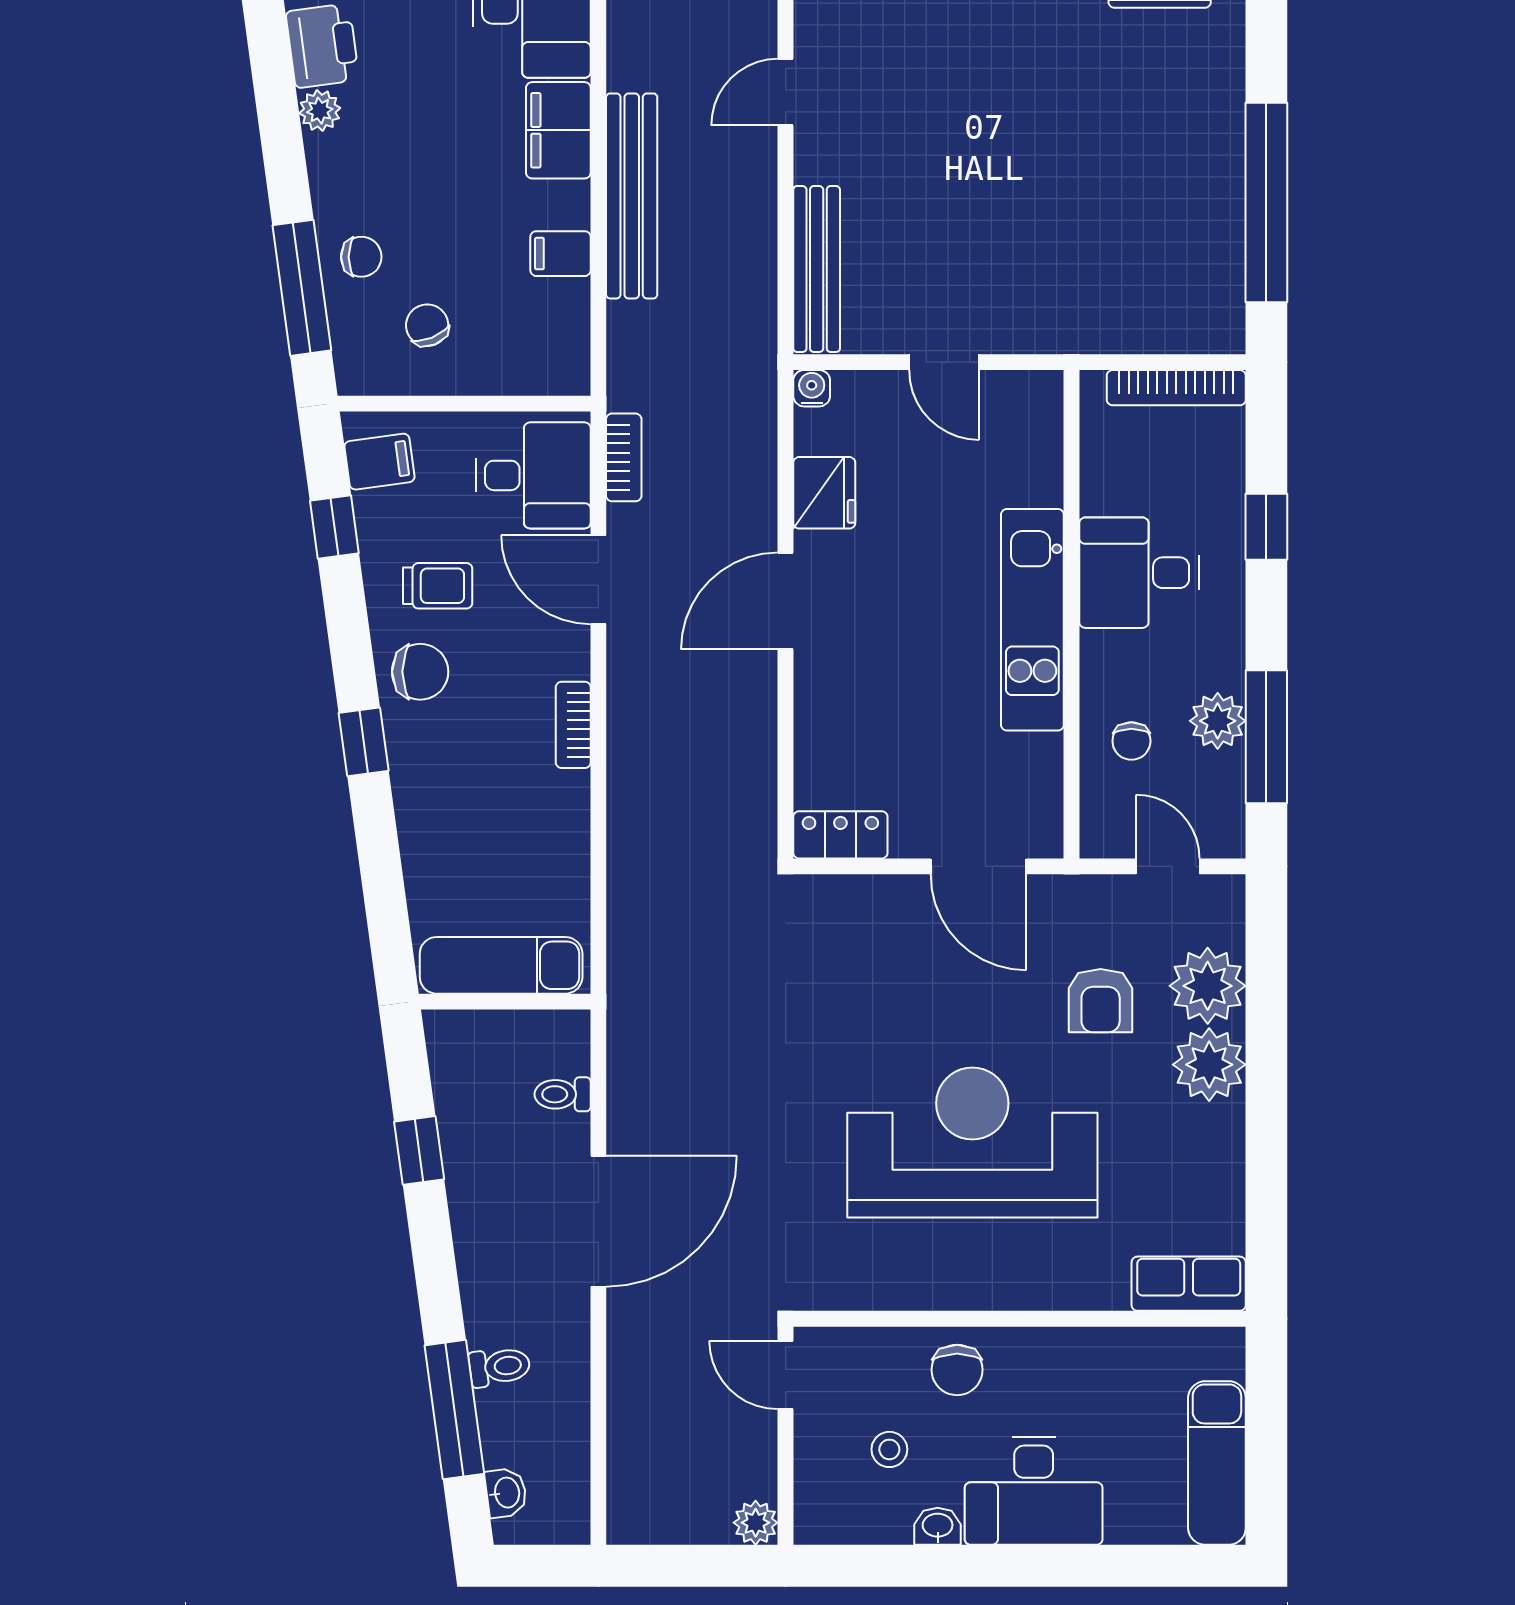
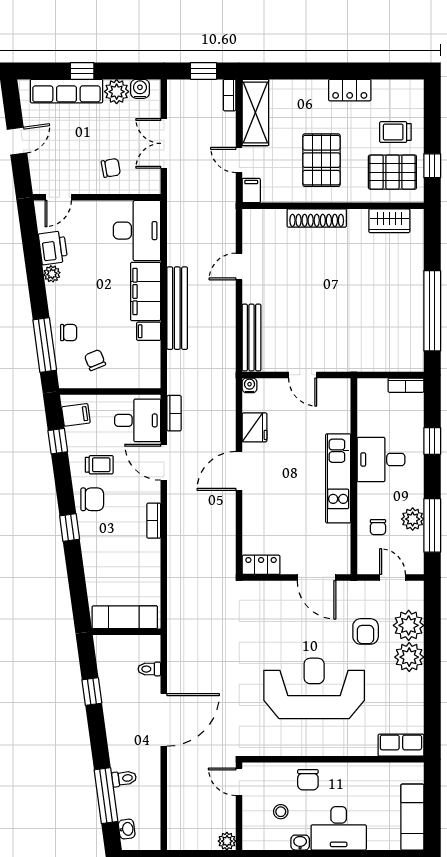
filing cabinet: (558, 130) -> (146, 291), width x1.50, depth x1.17
bookcase: (1176, 388) -> (406, 385), width x0.64

